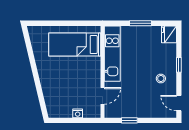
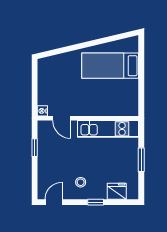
fridge: (169, 34) -> (117, 191), moved
bed: (75, 45) -> (110, 66), moved, turned -90
nightstand: (78, 113) -> (42, 111), moved

